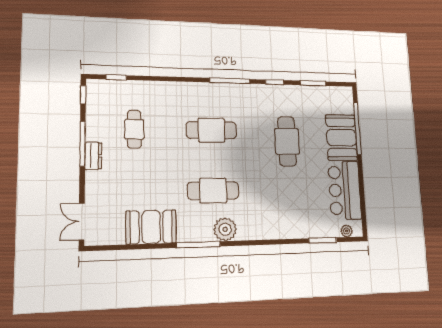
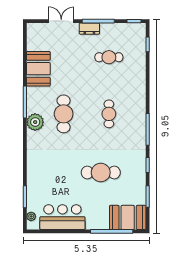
cafe table: (211, 130) -> (109, 114), width x0.73, depth x0.74
booth: (342, 138) -> (128, 217), moved
double door: (82, 222) -> (61, 21), moved

